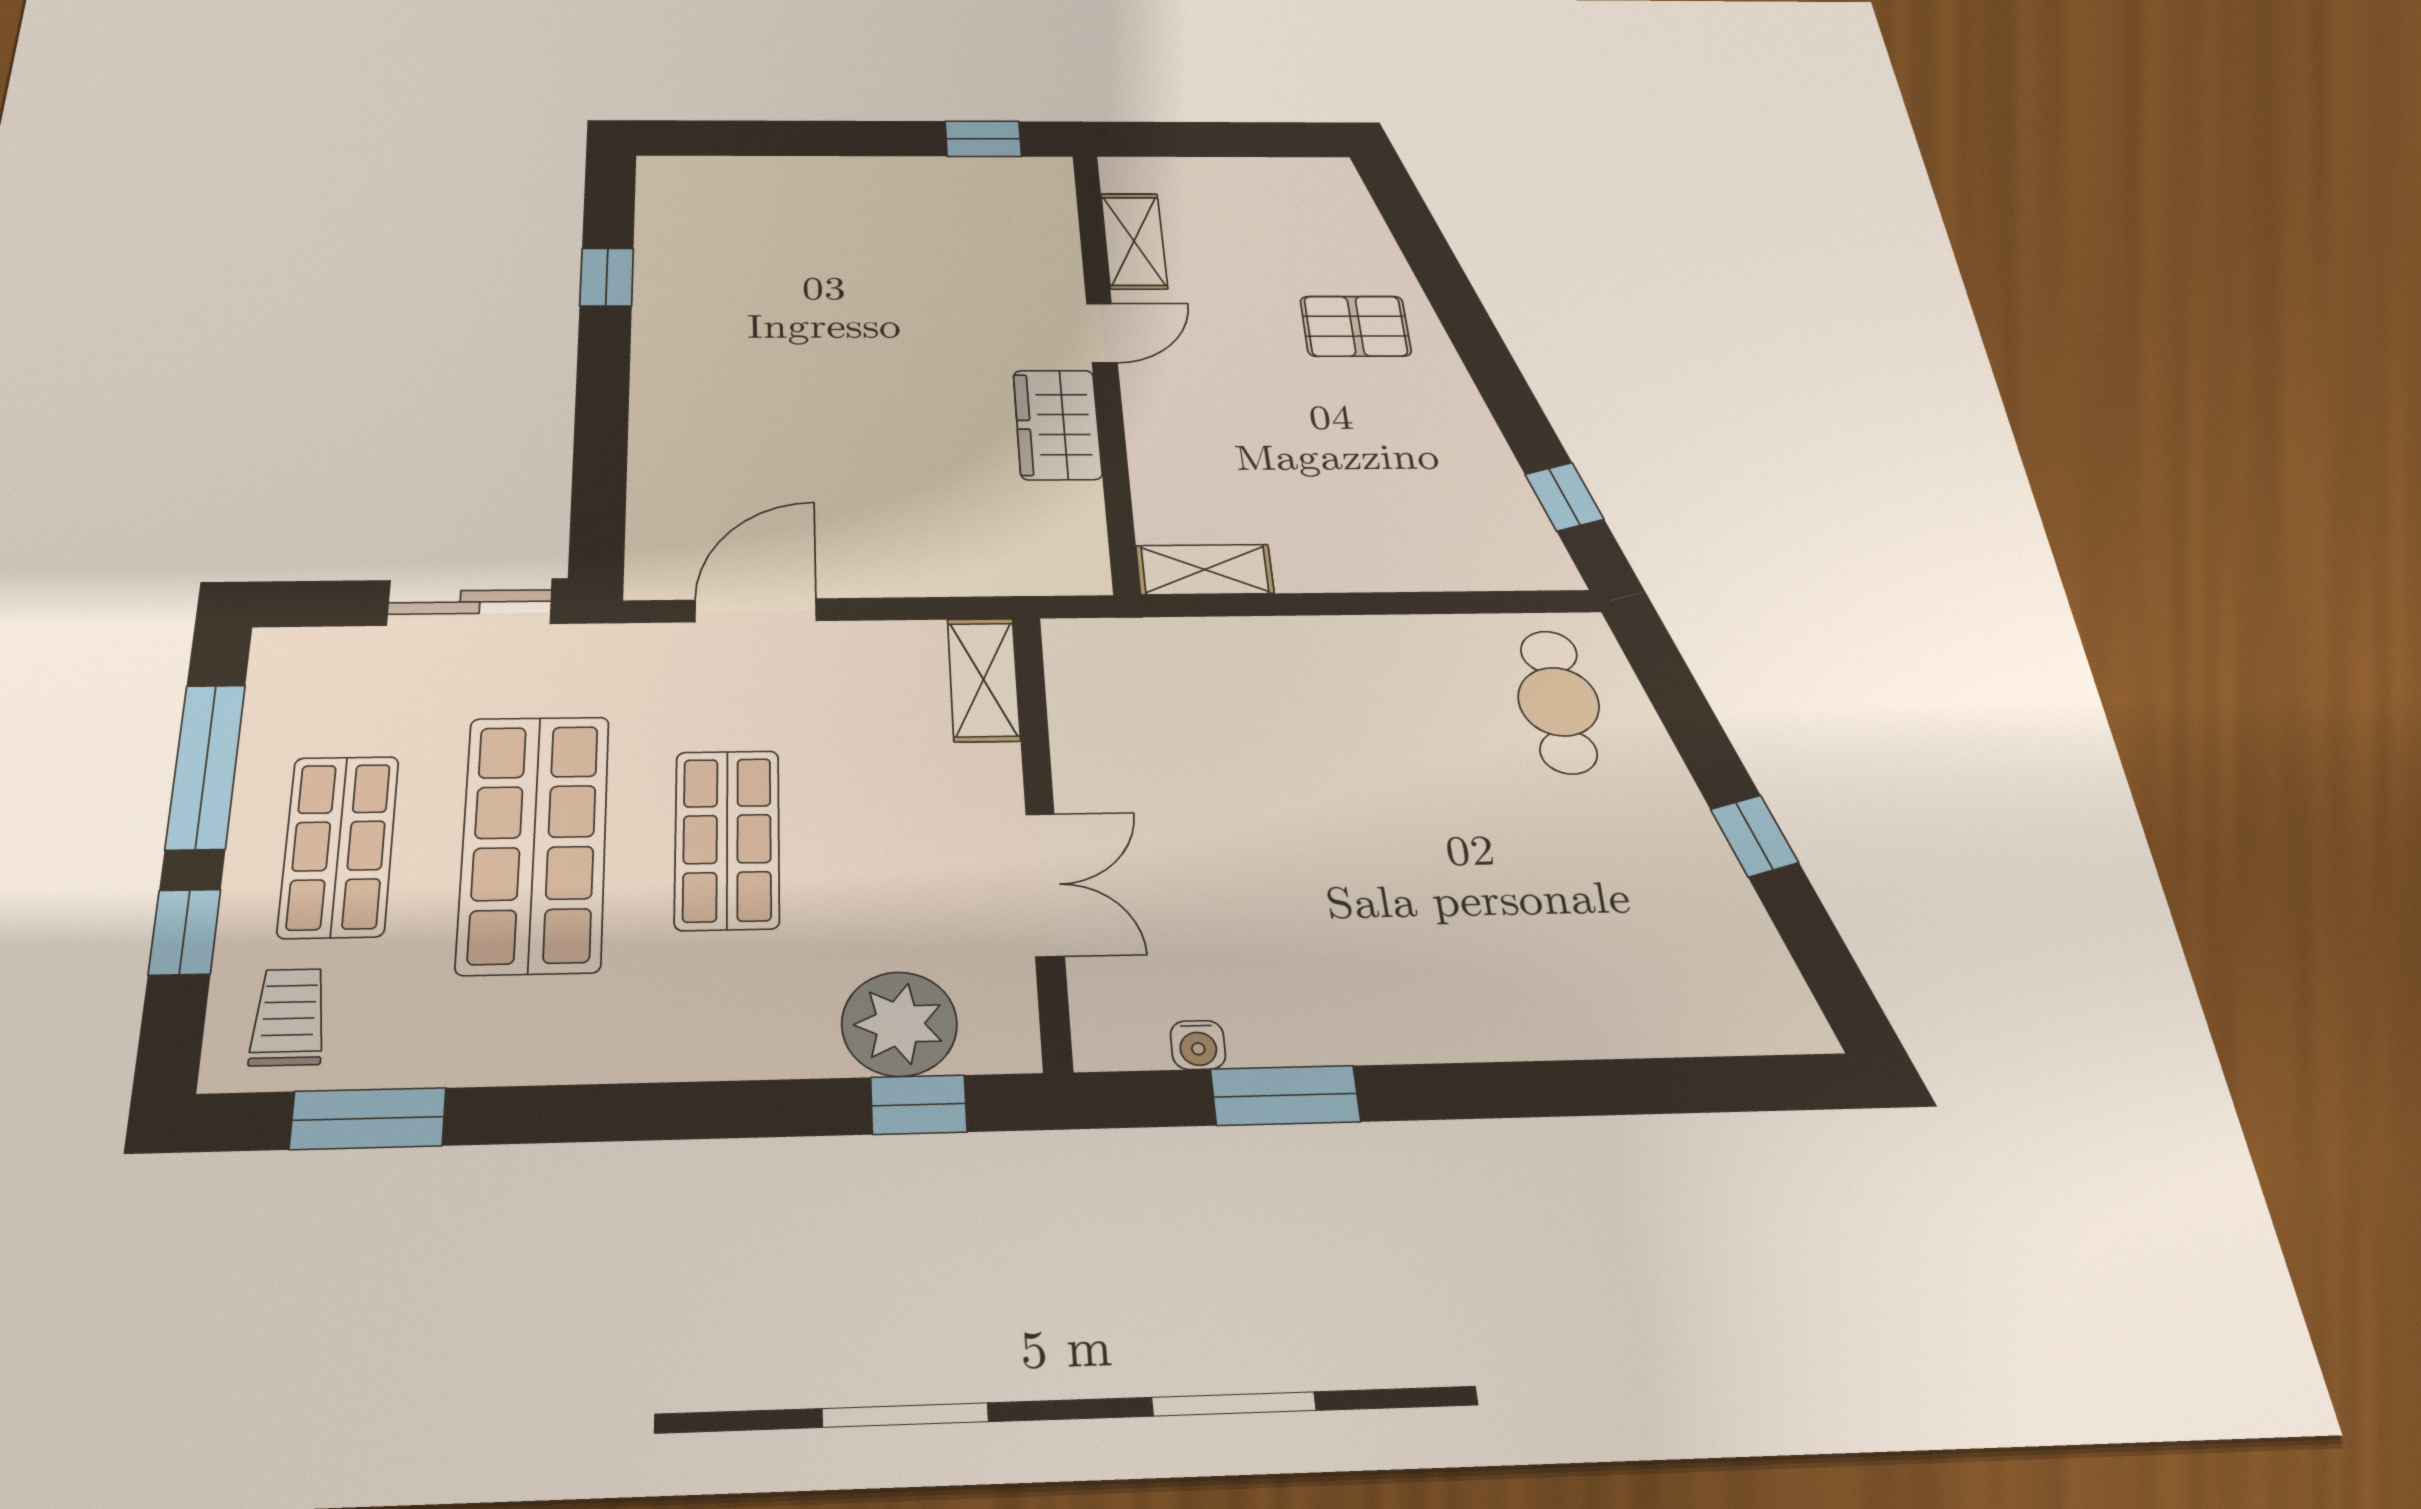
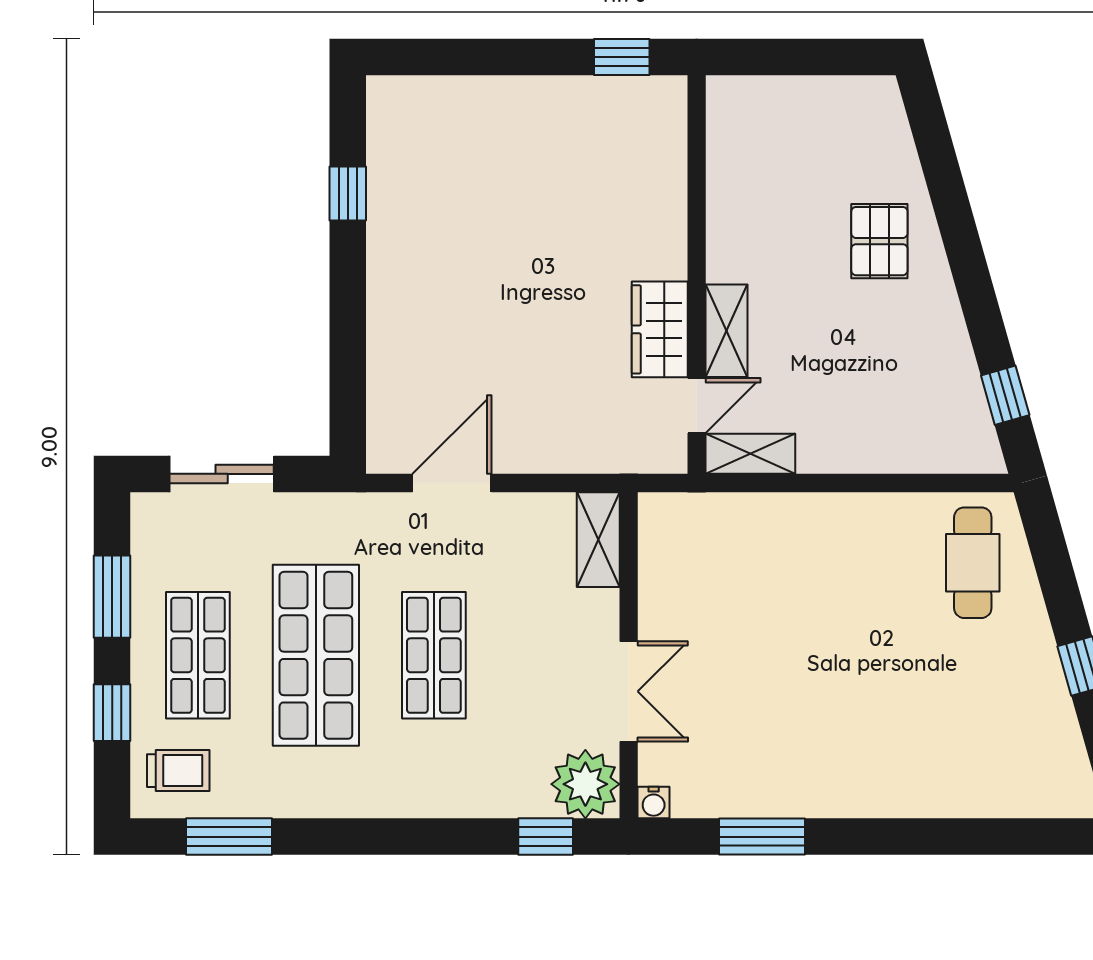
shelving: (1134, 241) -> (727, 331), moved
pallet: (1356, 326) -> (879, 241), turned 90
door: (1102, 333) -> (697, 406), moved
sliding door: (470, 602) -> (222, 474), moved
window: (206, 766) -> (112, 597), width x0.69
trolley: (289, 1017) -> (178, 771), turned 90
plant: (899, 1024) -> (585, 784), moved
water cooler: (1198, 1045) -> (654, 803), moved

